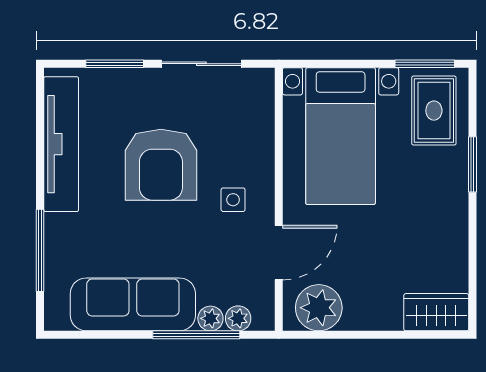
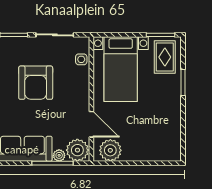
side table: (233, 200) -> (81, 59), moved
door: (279, 253) -> (91, 124), hinge flipped
wardrobe: (436, 312) -> (166, 152), removed
plant: (238, 318) -> (77, 150), width x1.87, depth x1.87

